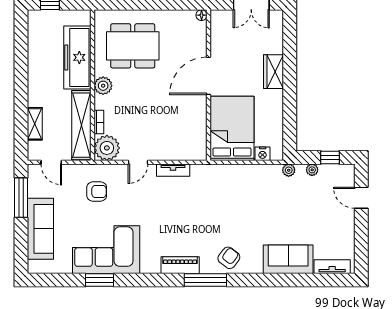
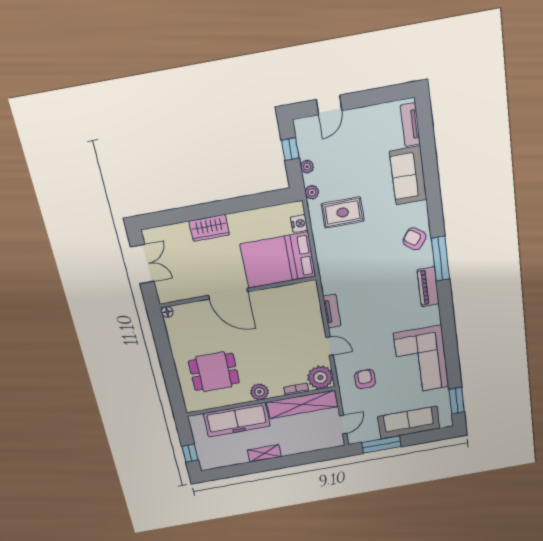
dining table: (133, 46) -> (214, 372), width x0.73
shelving: (35, 124) -> (264, 453), moved
rug: (265, 195) -> (343, 212), added
window: (99, 280) -> (457, 401), moved

